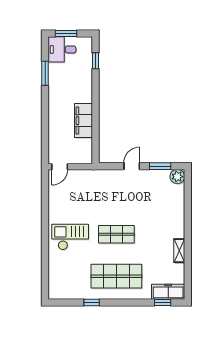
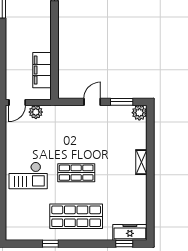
filing cabinet: (84, 121) -> (42, 70), moved
plant: (78, 176) -> (36, 112), added
checkout: (70, 237) -> (28, 176), turned 180
shelving: (179, 251) -> (141, 162), moved

